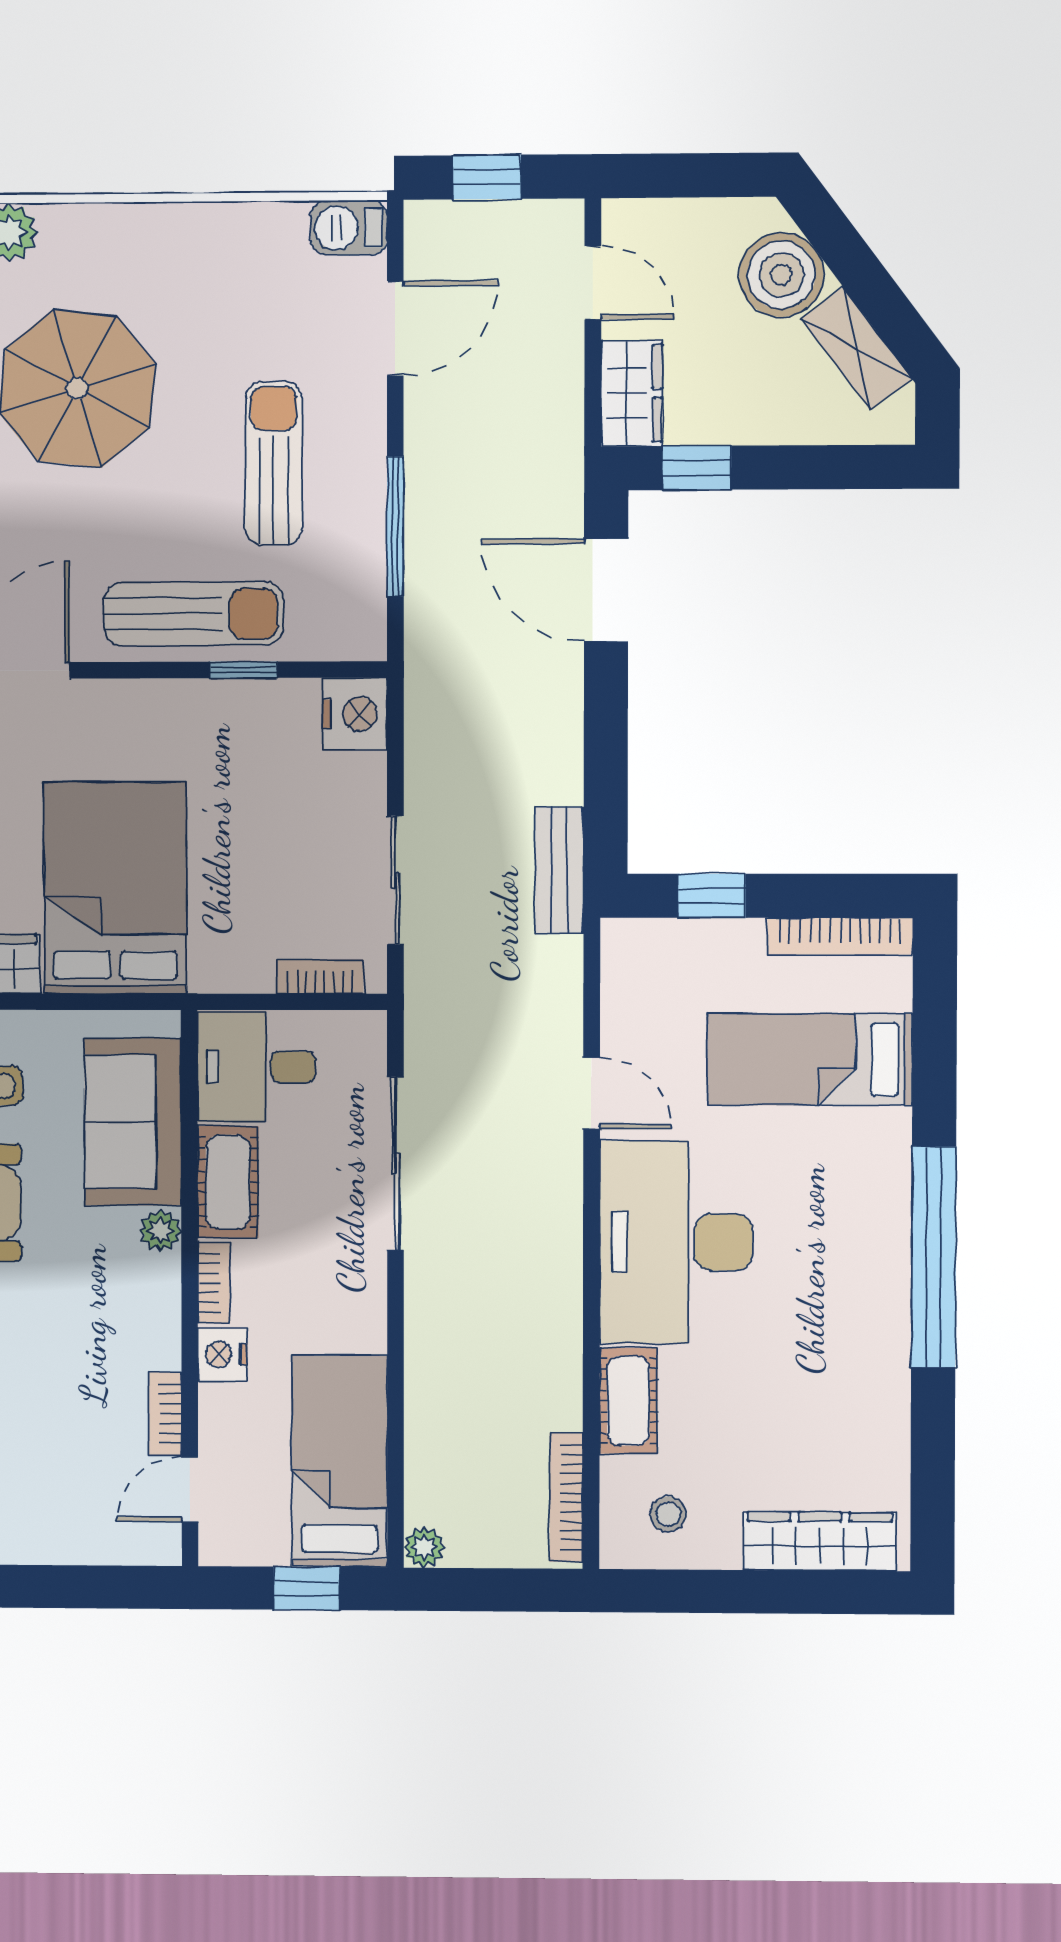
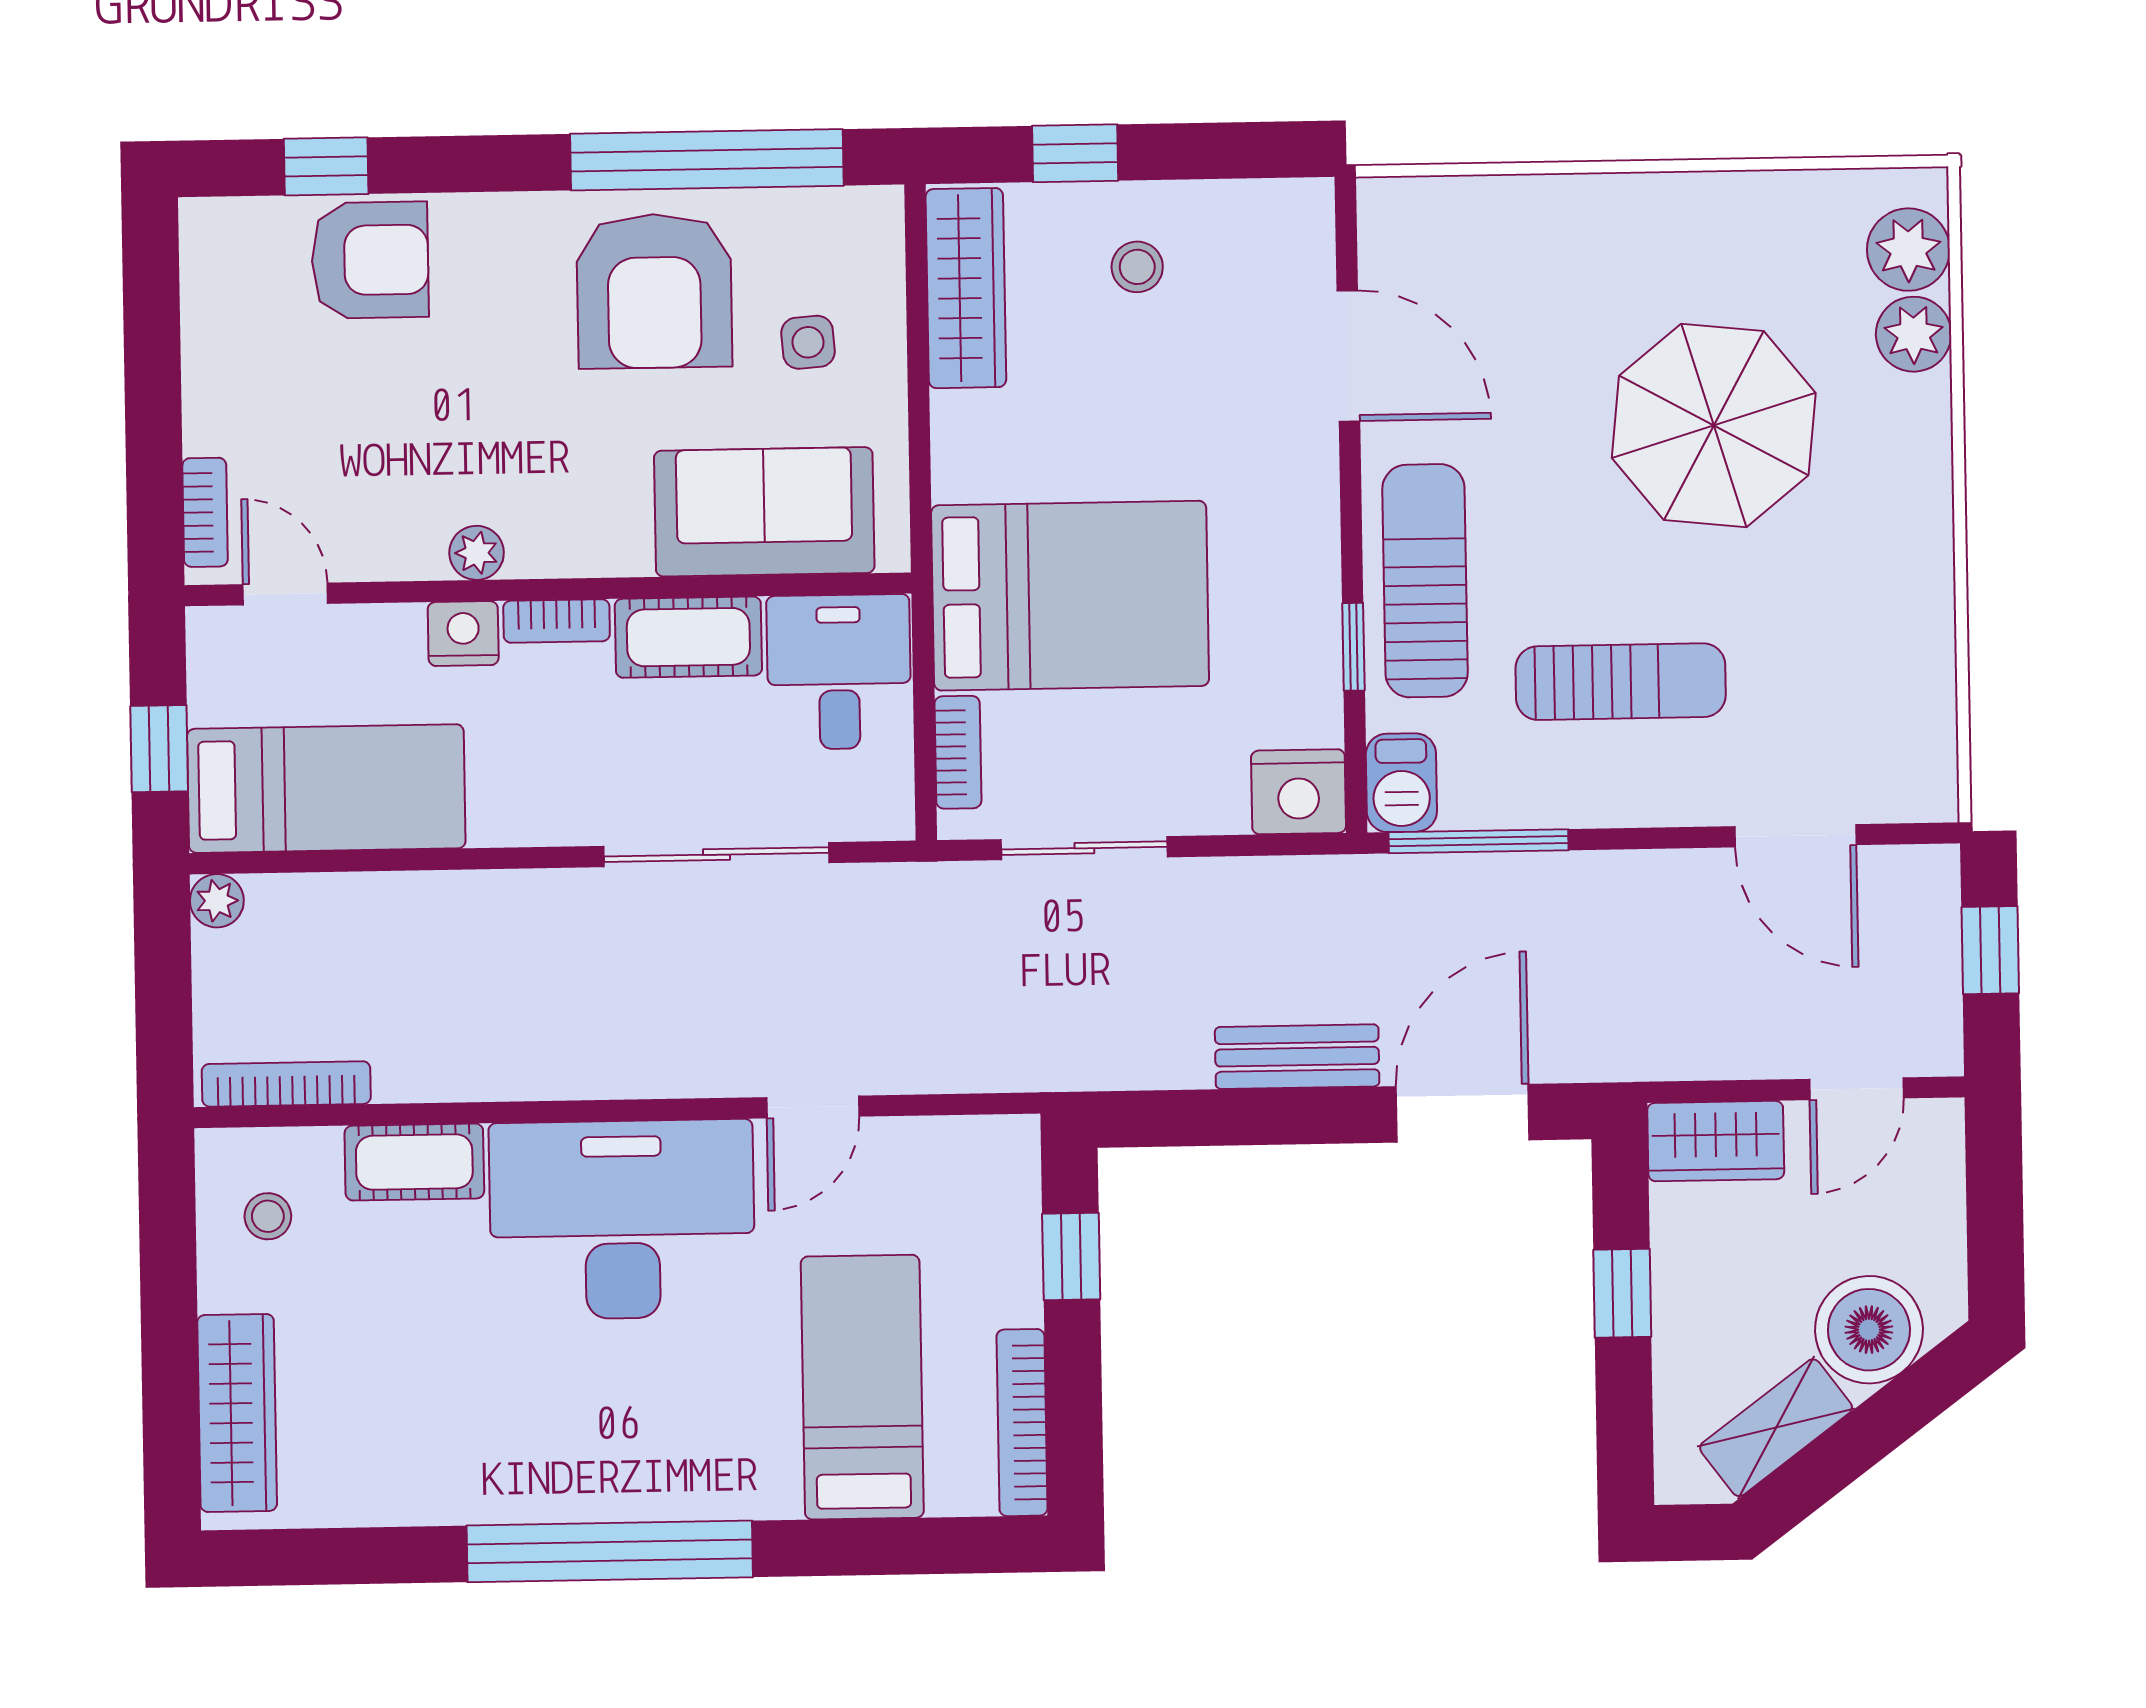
barbecue: (349, 228) -> (1401, 783), moved, turned 180
window: (697, 468) -> (1622, 1293), moved
window: (395, 526) -> (1479, 841), moved
sun lounger: (193, 614) -> (1425, 581), turned 180
bench: (560, 870) -> (1297, 1057), moved
bed: (115, 888) -> (1070, 596), moved
plant: (161, 1231) -> (477, 553), moved
bookcase: (165, 1414) -> (205, 512), moved, turned 90

